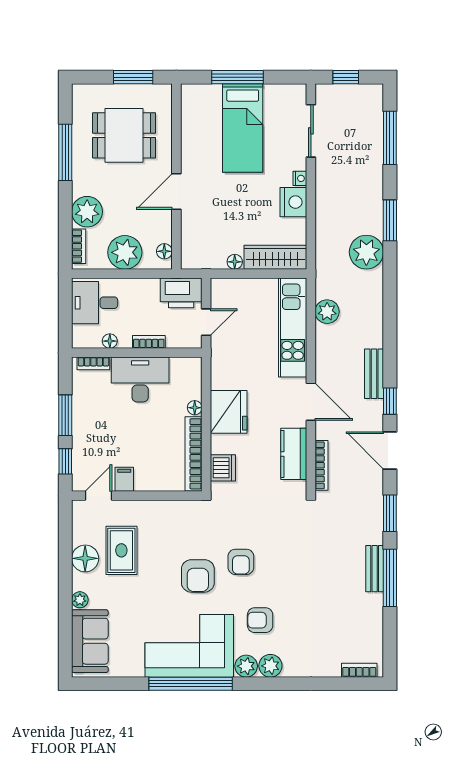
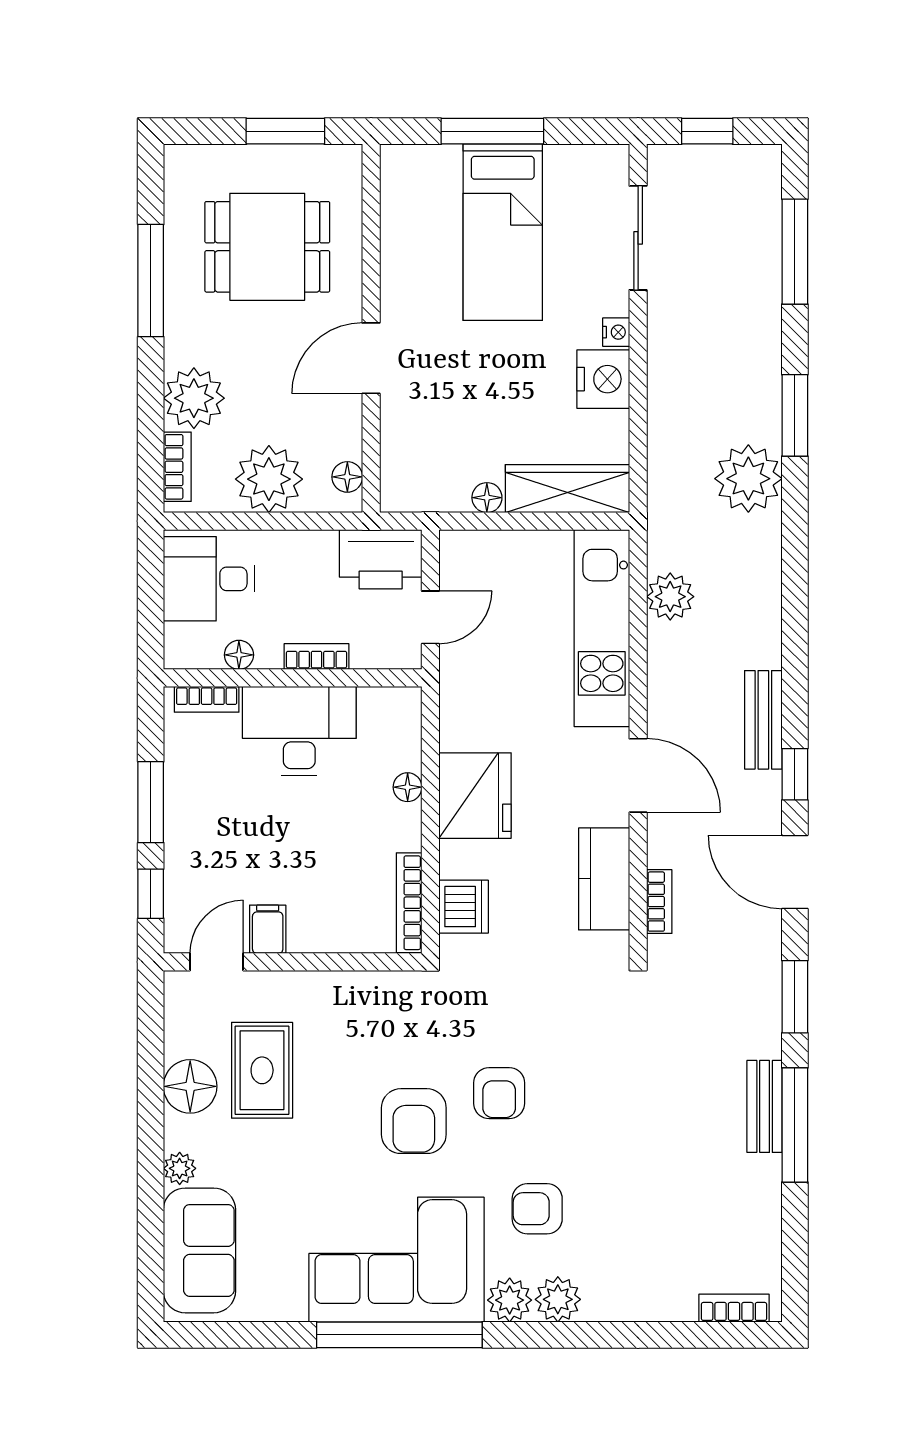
bookcase: (194, 454) -> (409, 903), width x0.68, depth x0.76
bookcase: (322, 465) -> (659, 902), width x0.64

